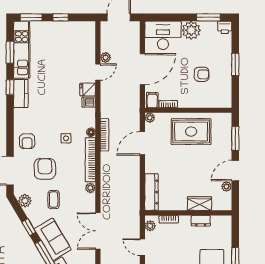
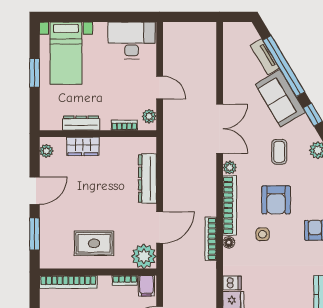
bookcase: (210, 103) -> (68, 282), added
plant: (150, 118) -> (144, 256), width x1.88, depth x1.88
rug: (191, 132) -> (94, 243), width x0.73, depth x0.70
armchair: (45, 169) -> (276, 200), moved
plant: (227, 186) -> (46, 151), moved
dresser: (151, 192) -> (147, 179), moved
dresser: (201, 221) -> (81, 123), width x1.44
double door: (98, 231) -> (220, 129), moved

